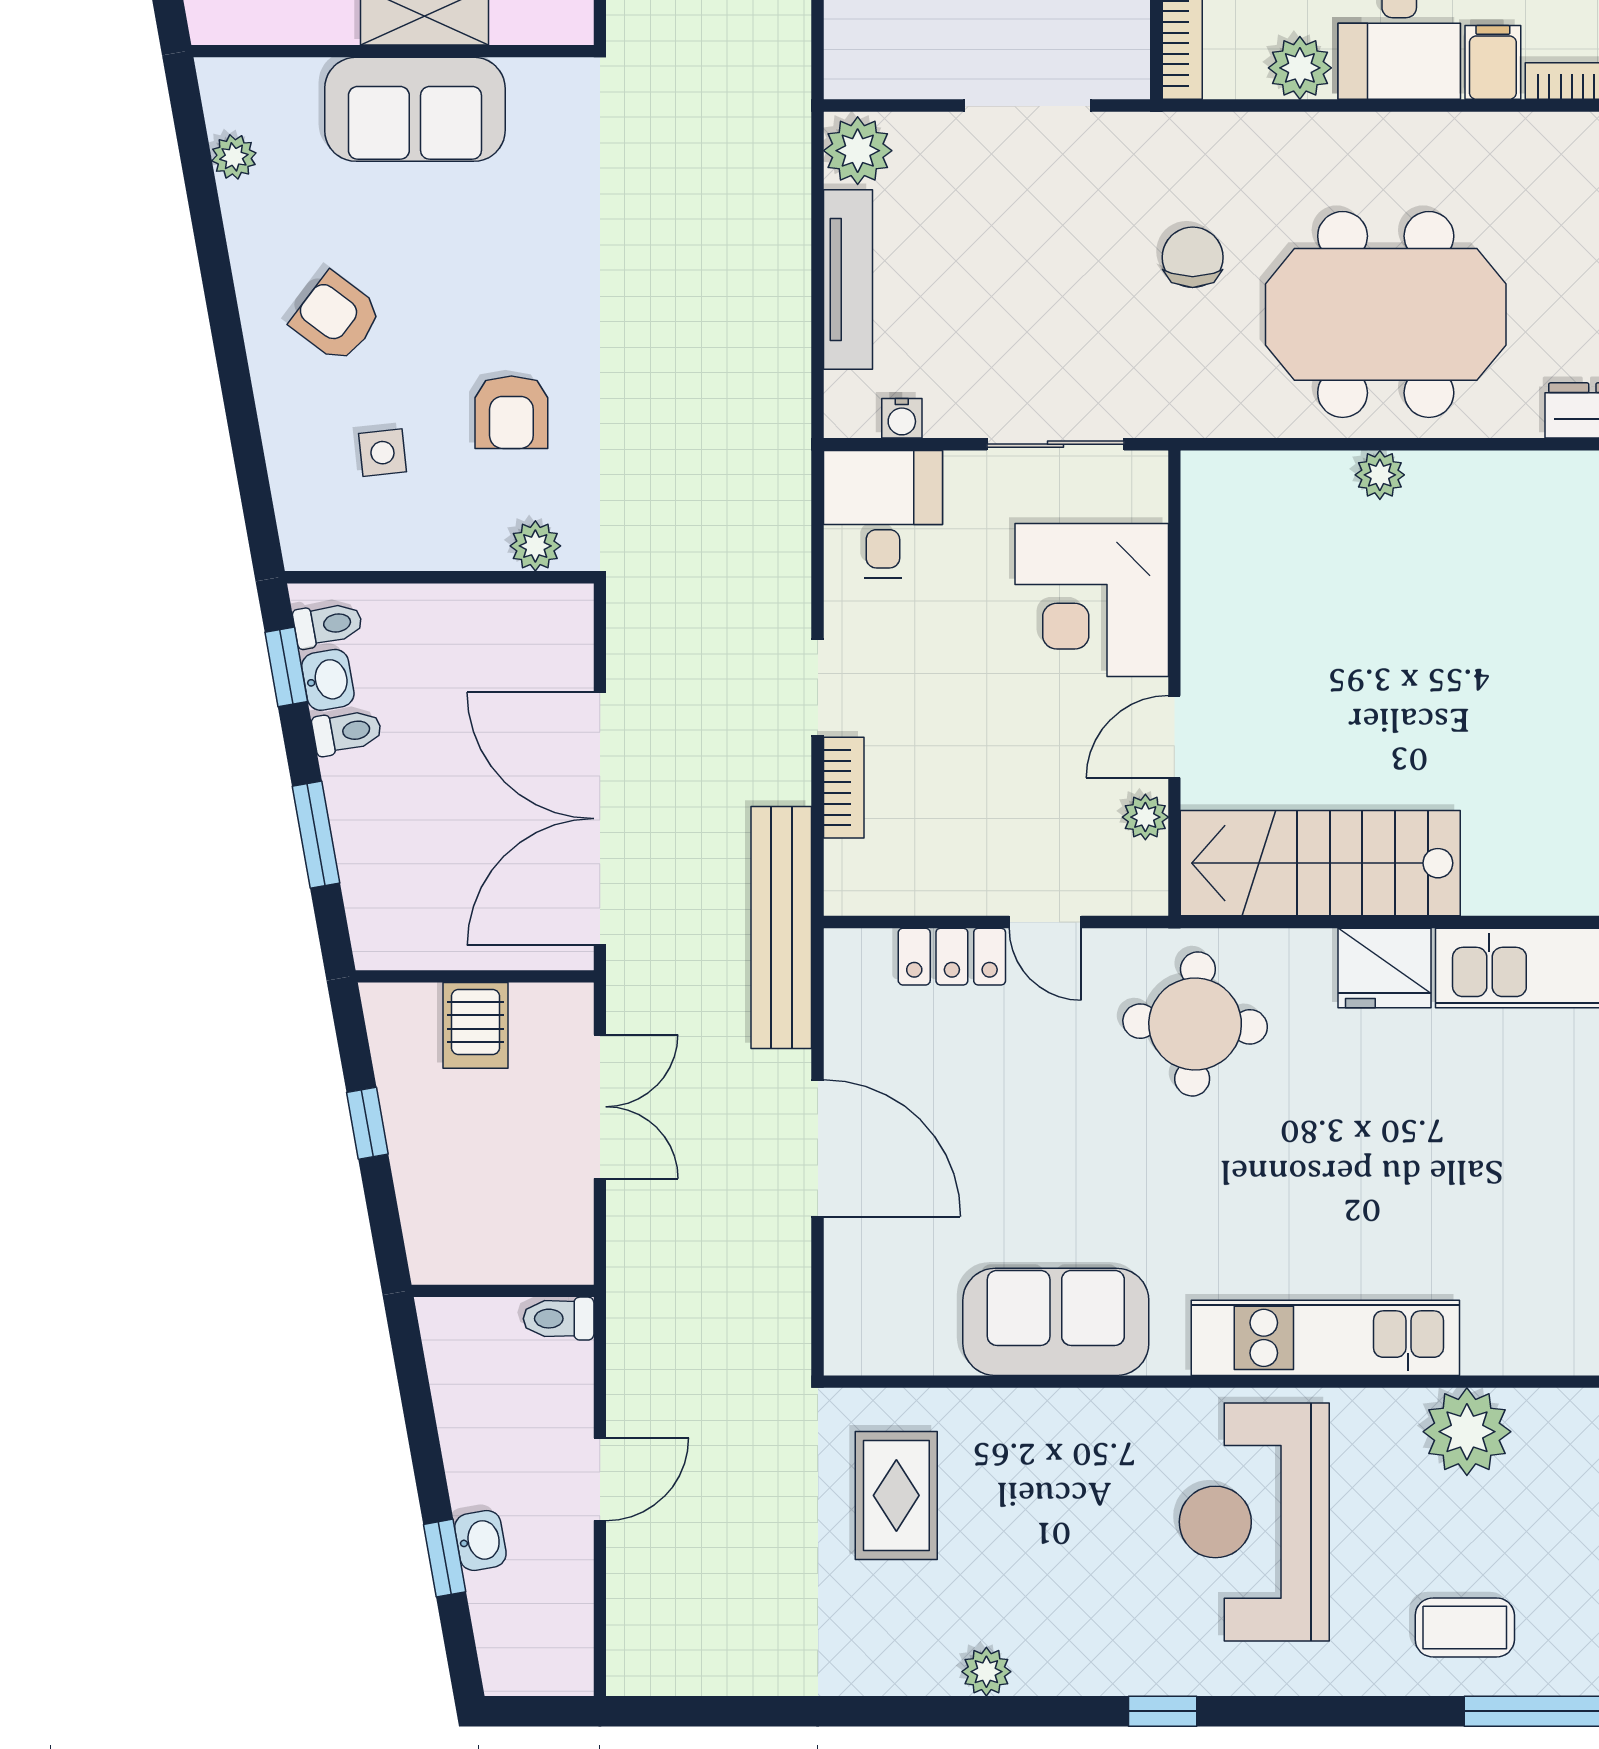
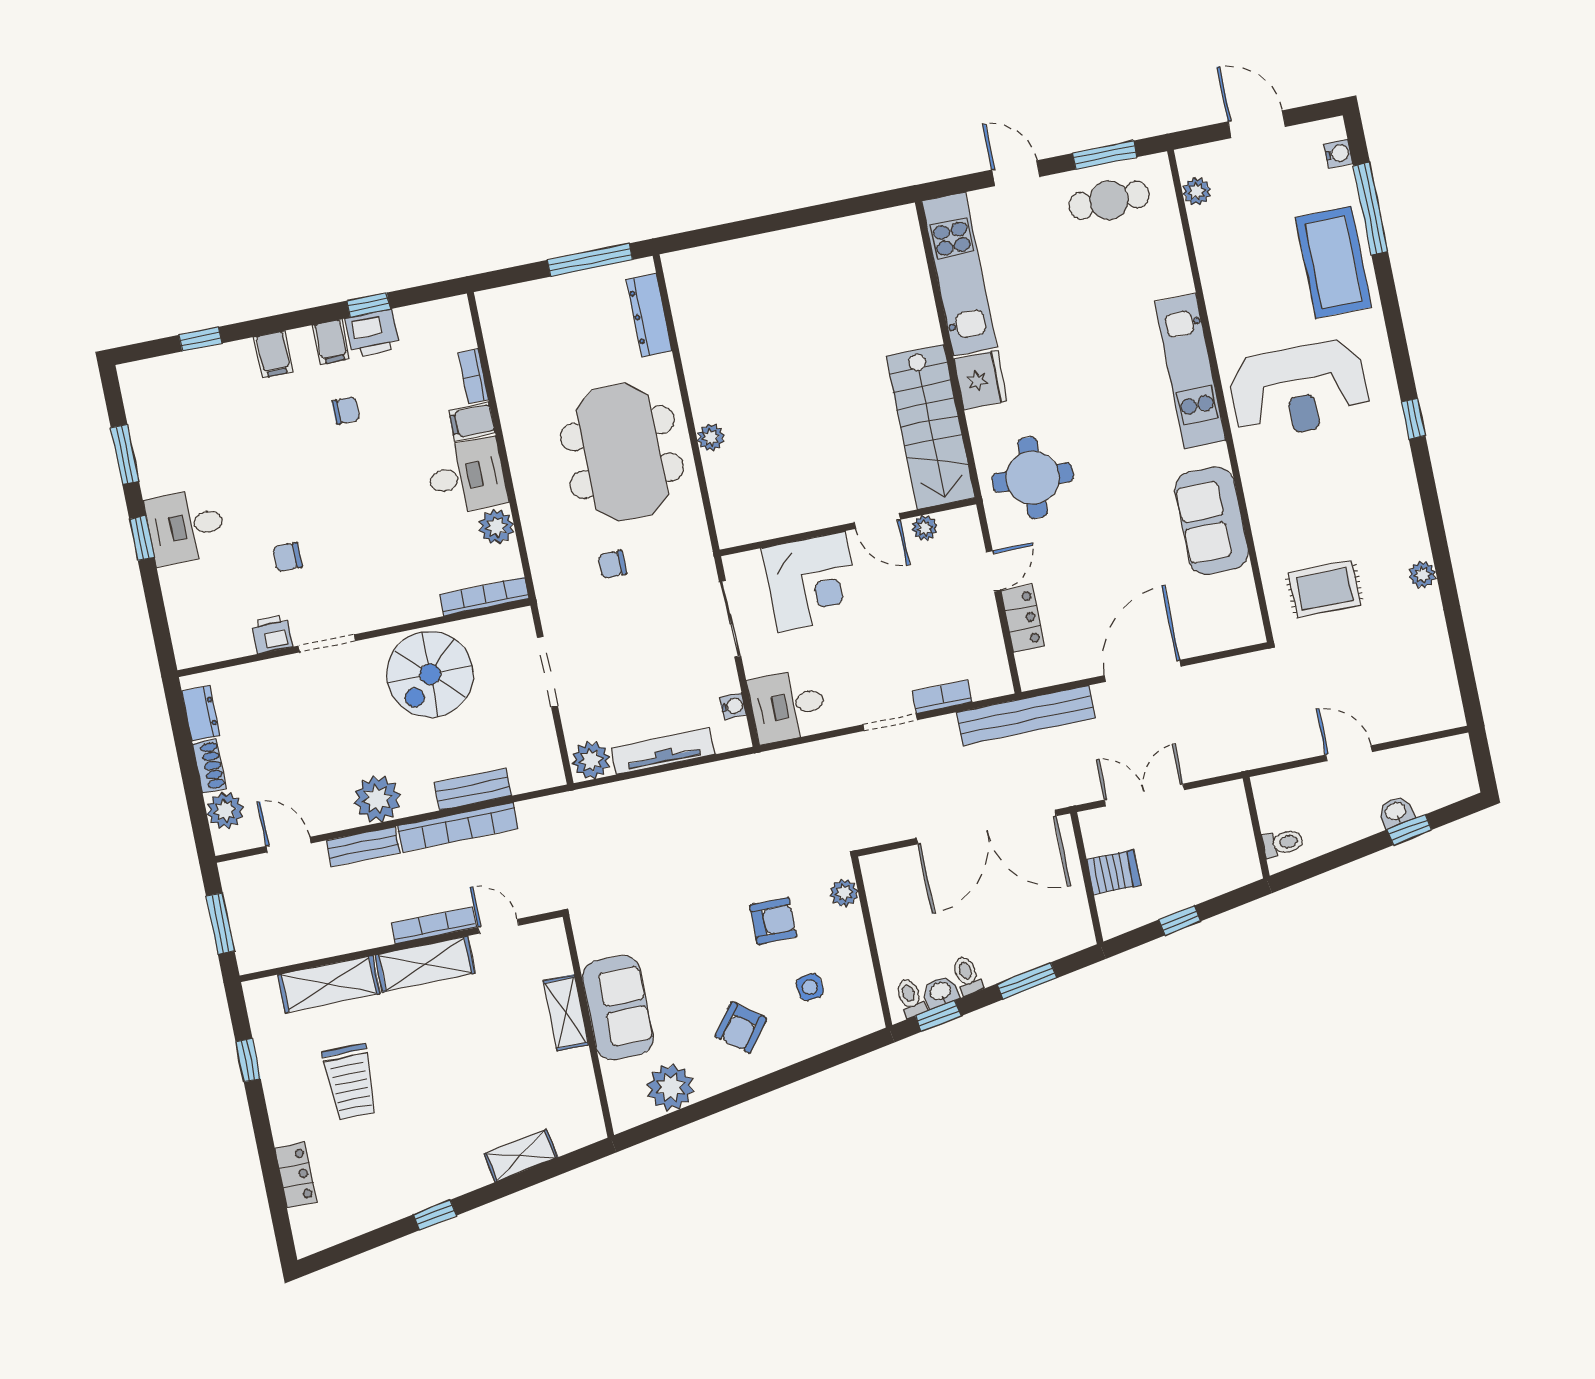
plant: (234, 157) -> (670, 1087), width x1.87, depth x1.87
chair: (1193, 257) -> (612, 564), width x0.73, depth x0.73
toilet: (559, 1319) -> (1283, 843), moved, turned -90
plant: (1467, 1432) -> (1226, 283), removed
coffee table: (1465, 1627) -> (1334, 262), width x1.86, depth x1.72
plant: (986, 1672) -> (1422, 574), moved

